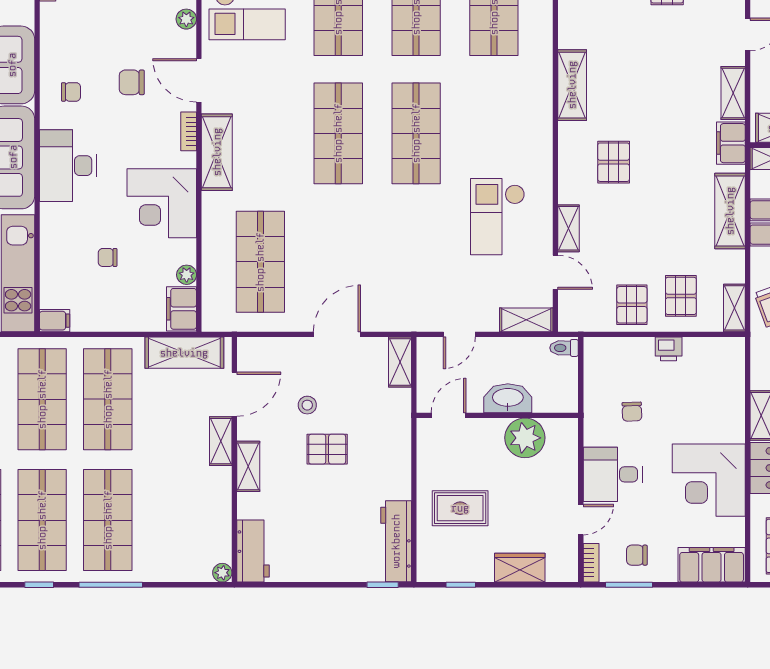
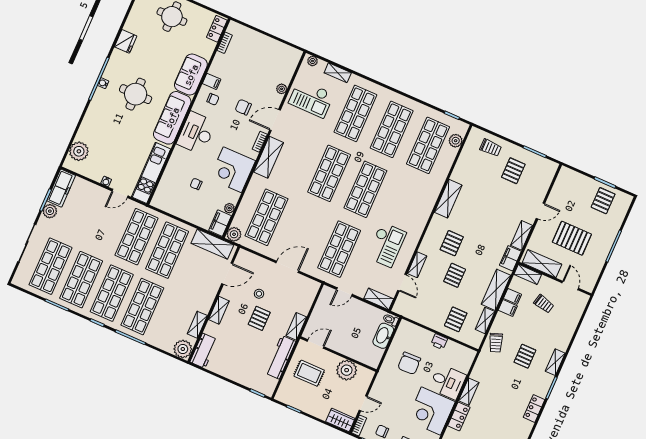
door: (199, 80) -> (275, 120), hinge flipped
checkout: (498, 217) -> (386, 245), turned 180
shop shelf: (416, 262) -> (339, 249), added
pallet: (632, 305) -> (455, 275), moved
shelving: (734, 308) -> (485, 320), moved
plant: (215, 318) -> (234, 234), added
filing cabinet: (55, 321) -> (212, 81), moved
shelving: (400, 362) -> (296, 326), moved
washbasin: (508, 398) -> (383, 336), moved, turned -90
chair: (632, 412) -> (409, 363), width x1.87, depth x1.87
door: (449, 415) -> (316, 344), moved
wall: (497, 415) -> (338, 354), moved
plant: (525, 438) -> (347, 370), moved
shelving: (221, 441) -> (197, 325), moved
pallet: (327, 449) -> (259, 318), turned 90
desk: (613, 474) -> (448, 382), moved, turned 180
workbench: (396, 541) -> (281, 357), moved
wardrobe: (520, 568) -> (340, 420), moved
plant: (222, 573) -> (183, 349), width x1.88, depth x1.88

